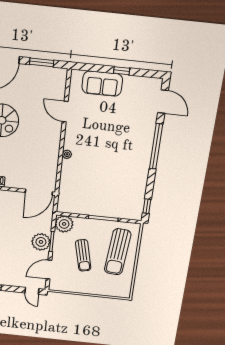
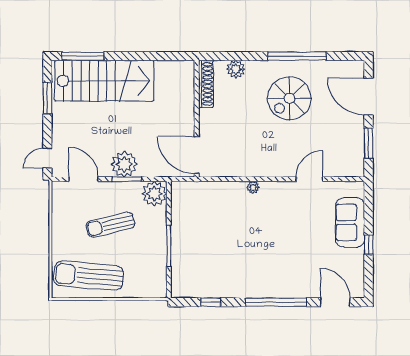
door: (163, 102) -> (335, 302), swing flipped
window: (147, 206) -> (211, 302), moved
sun lounger: (118, 252) -> (88, 276), moved

